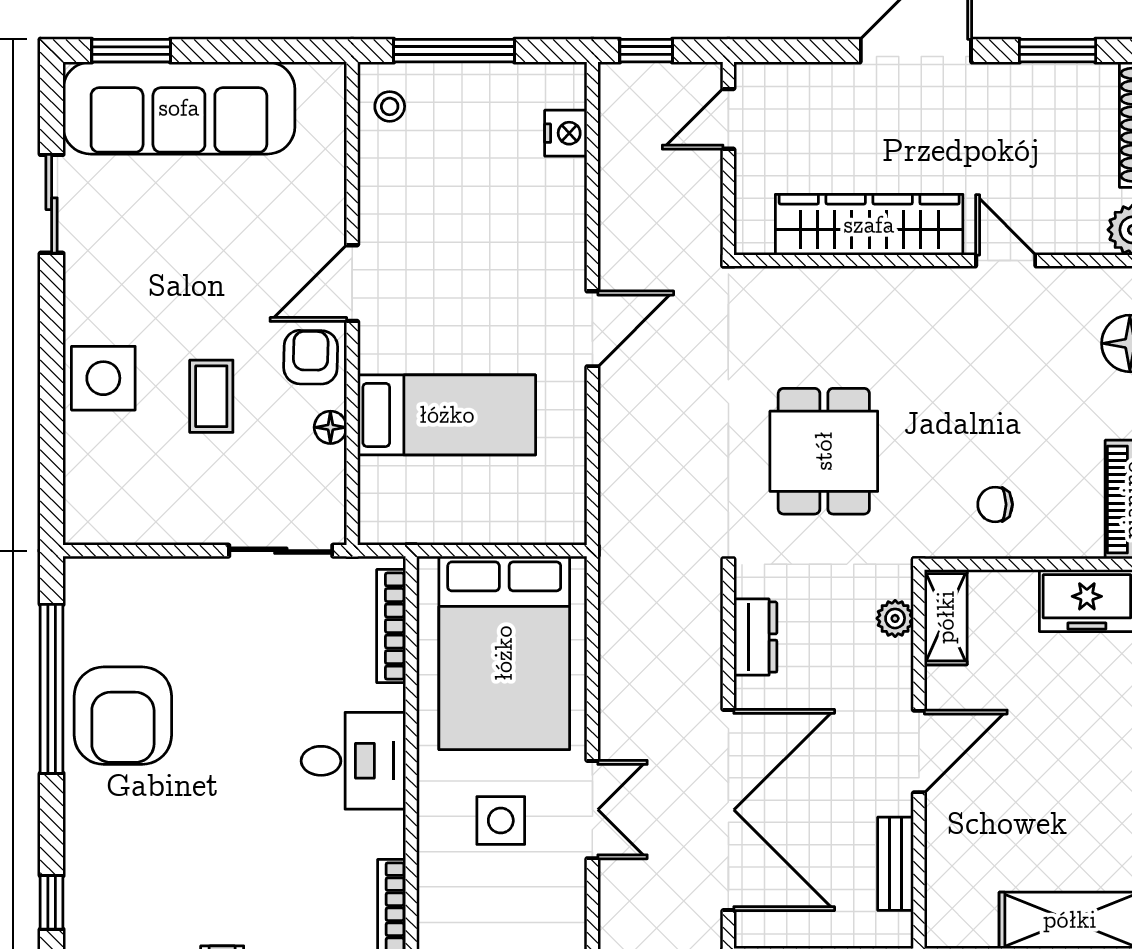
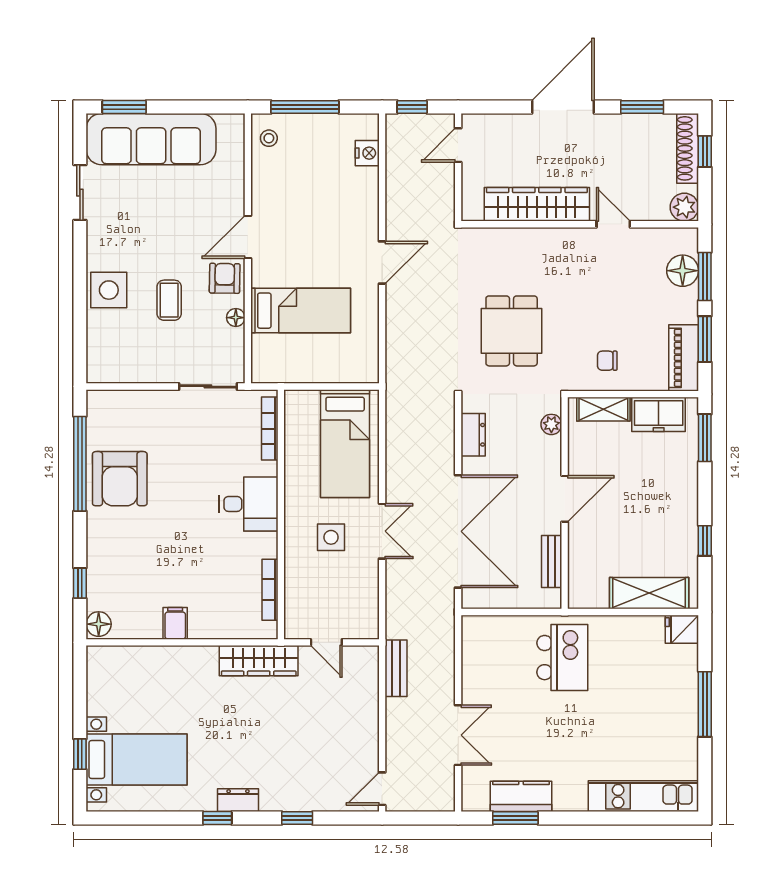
shelving: (946, 617) -> (603, 409), moved, turned 90
bed: (504, 653) -> (345, 444), width x0.67

